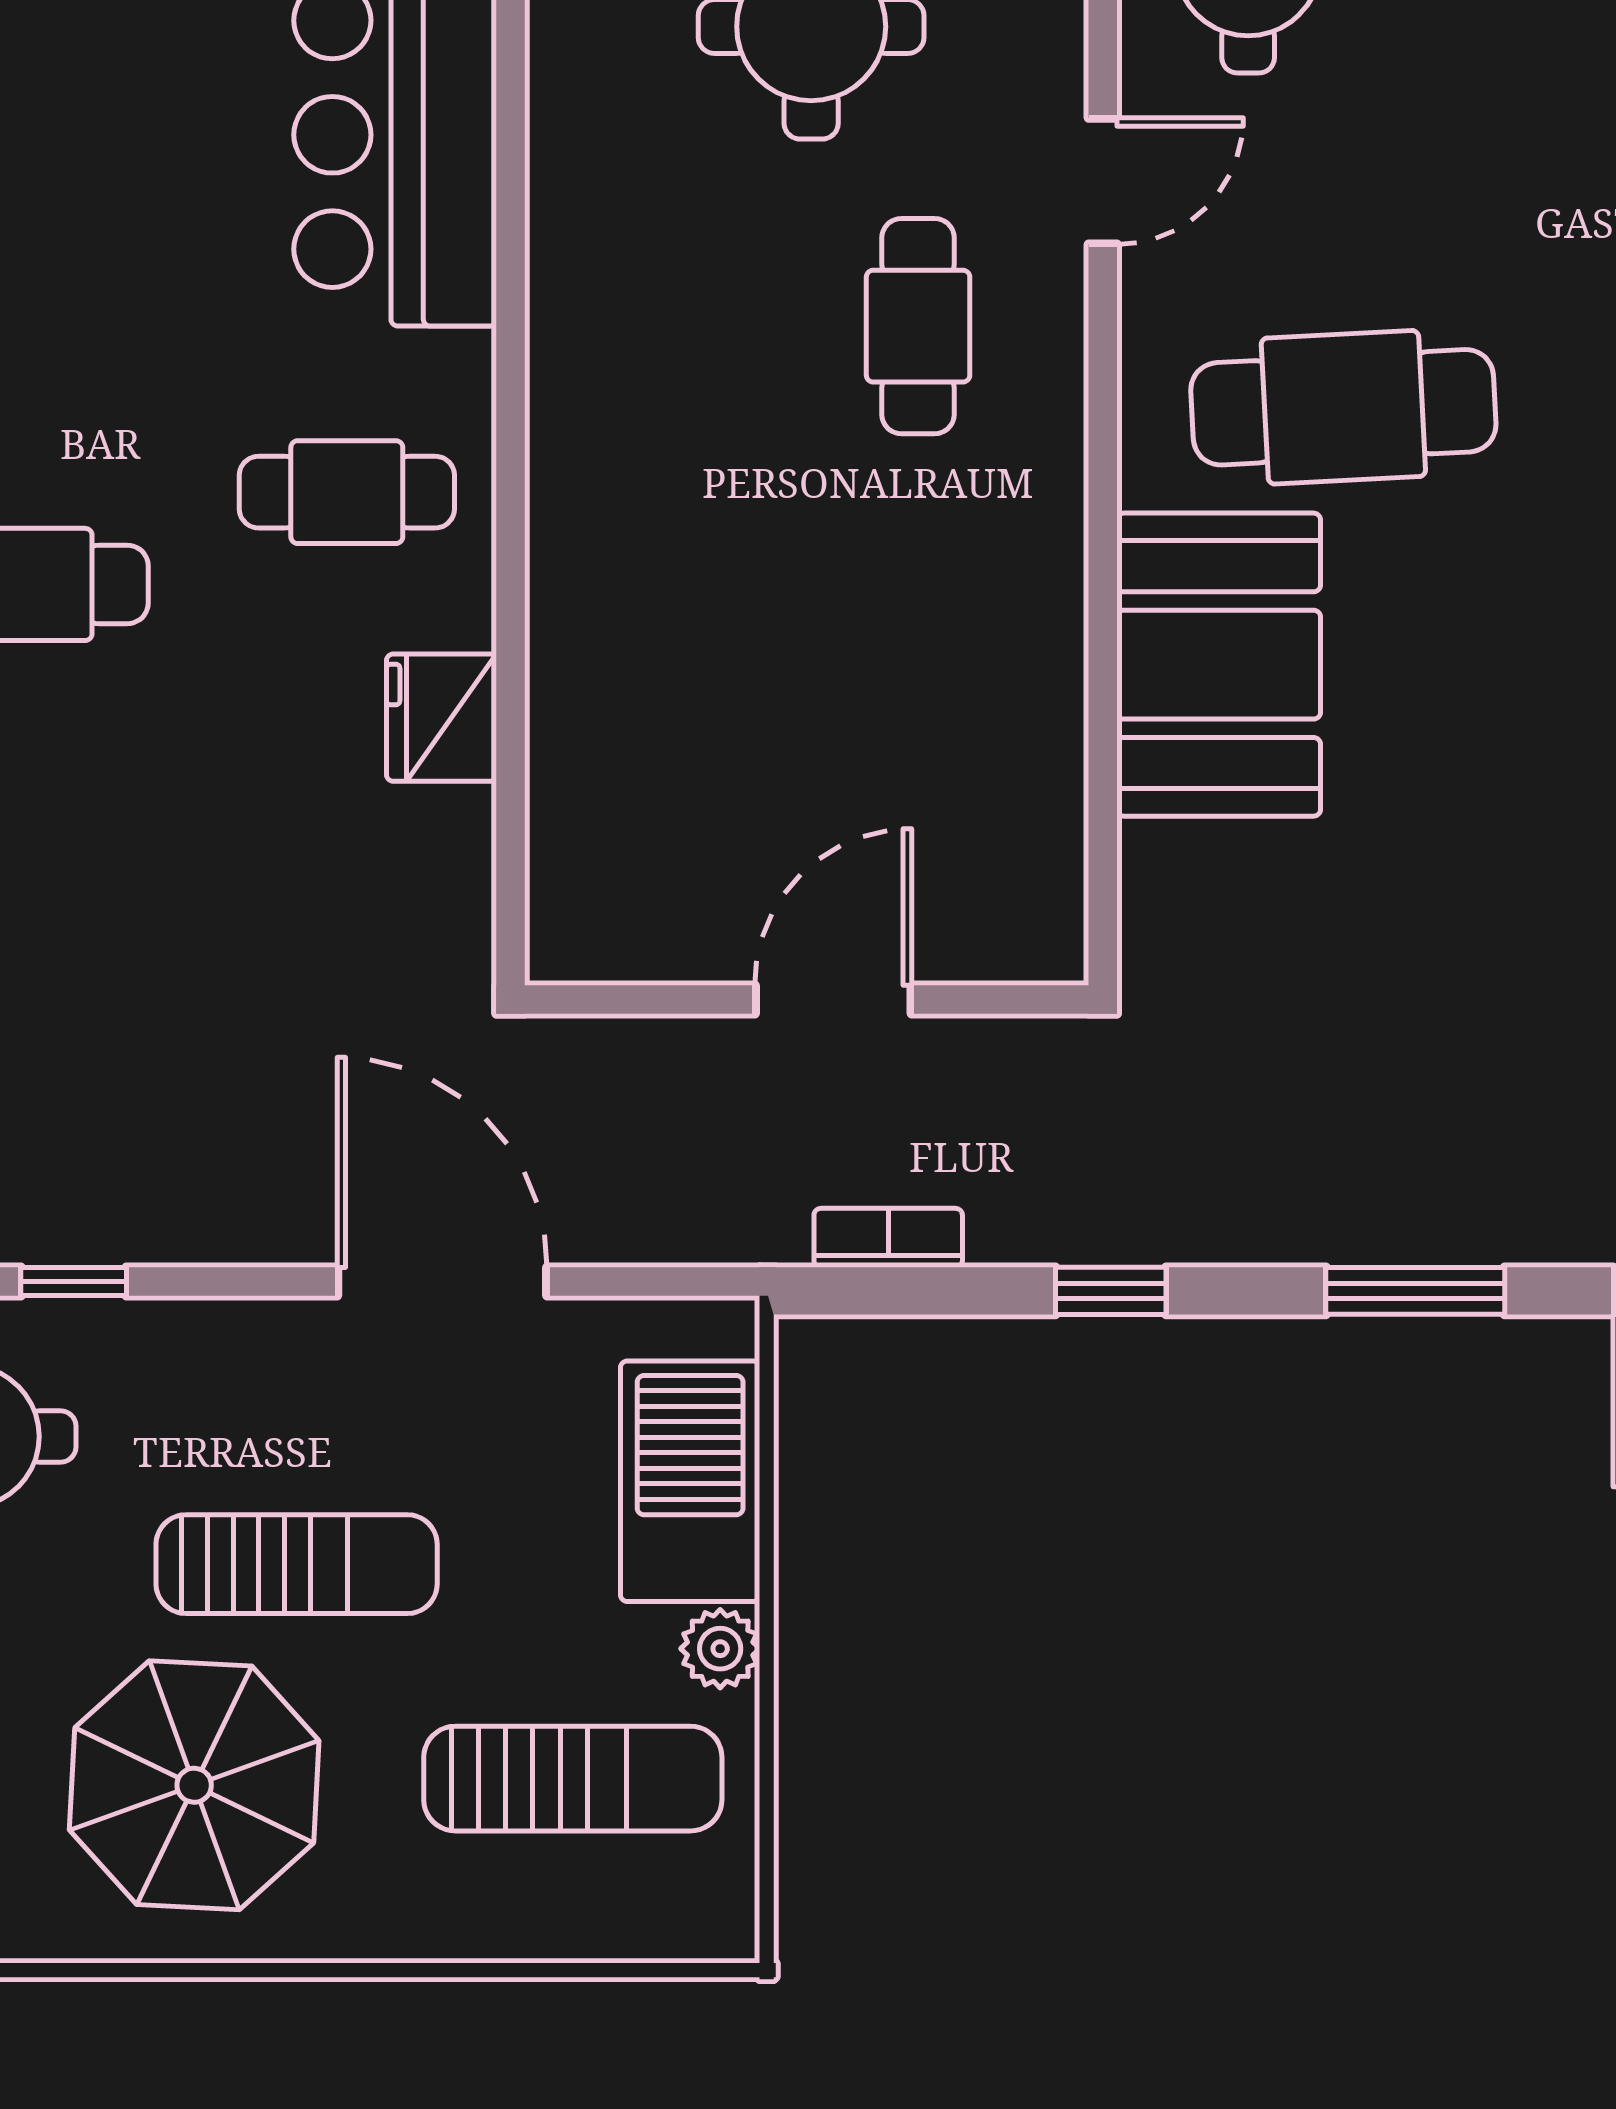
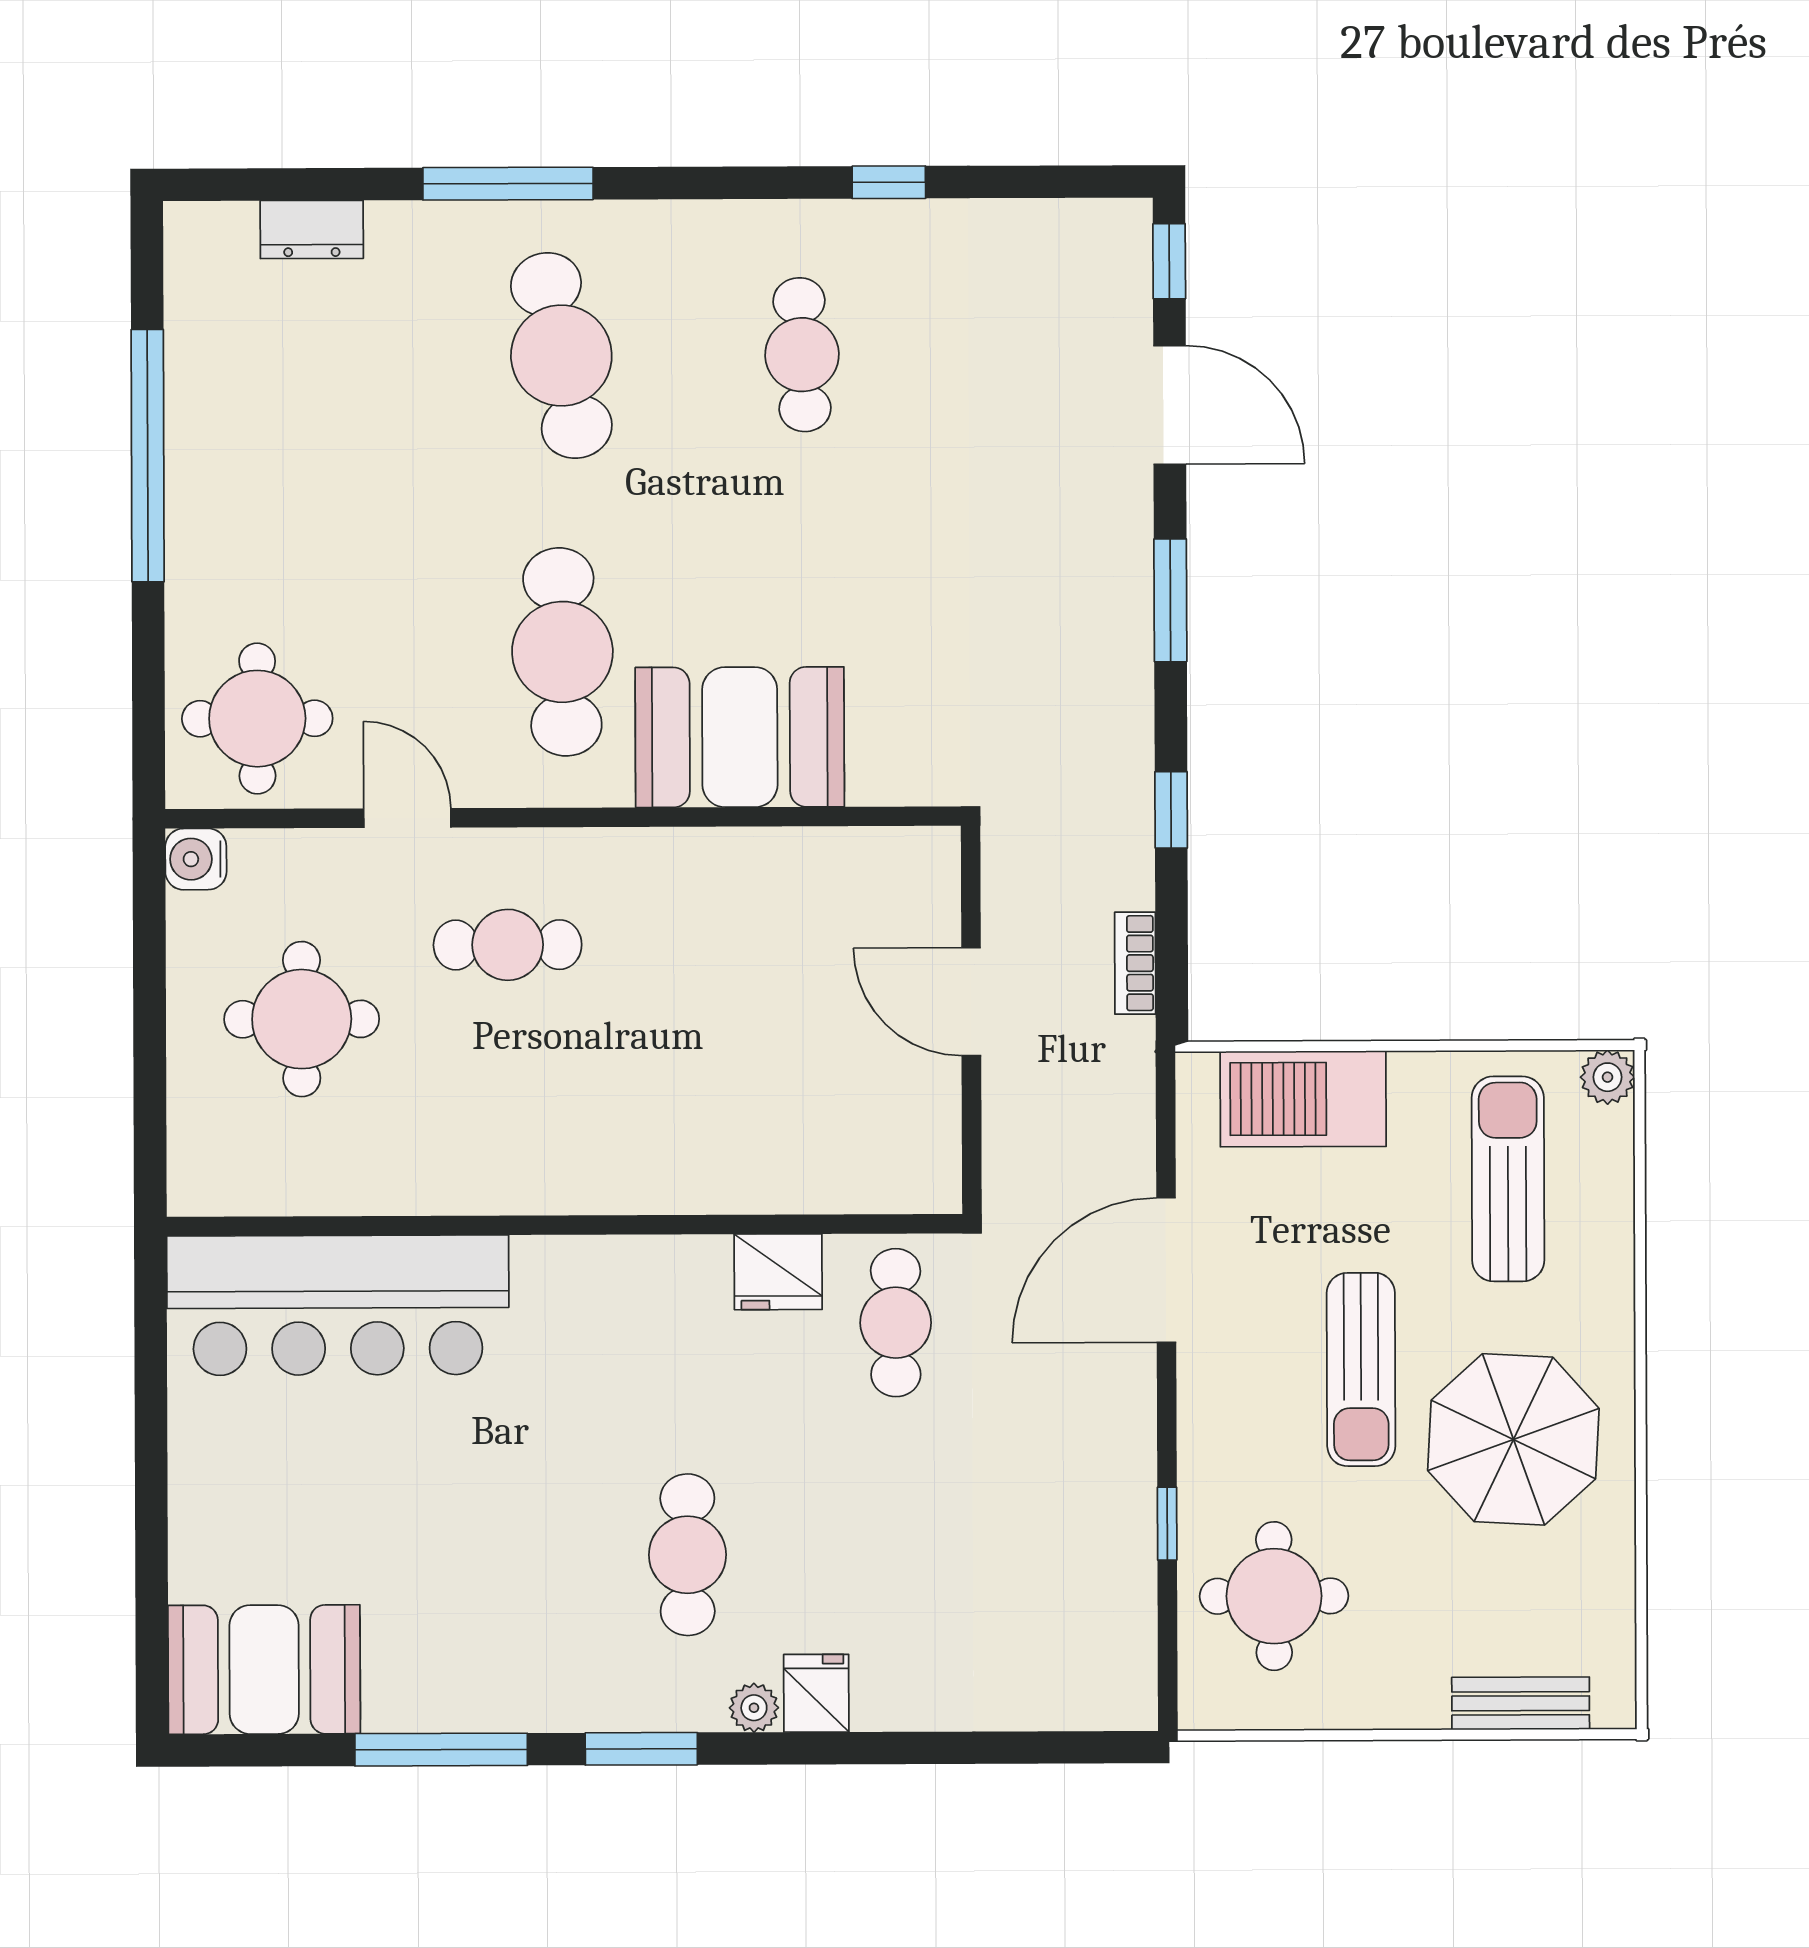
cafe table: (347, 492) -> (896, 1323), moved
sun lounger: (297, 1564) -> (1361, 1369), turned 180
plant: (720, 1649) -> (1607, 1077), moved

